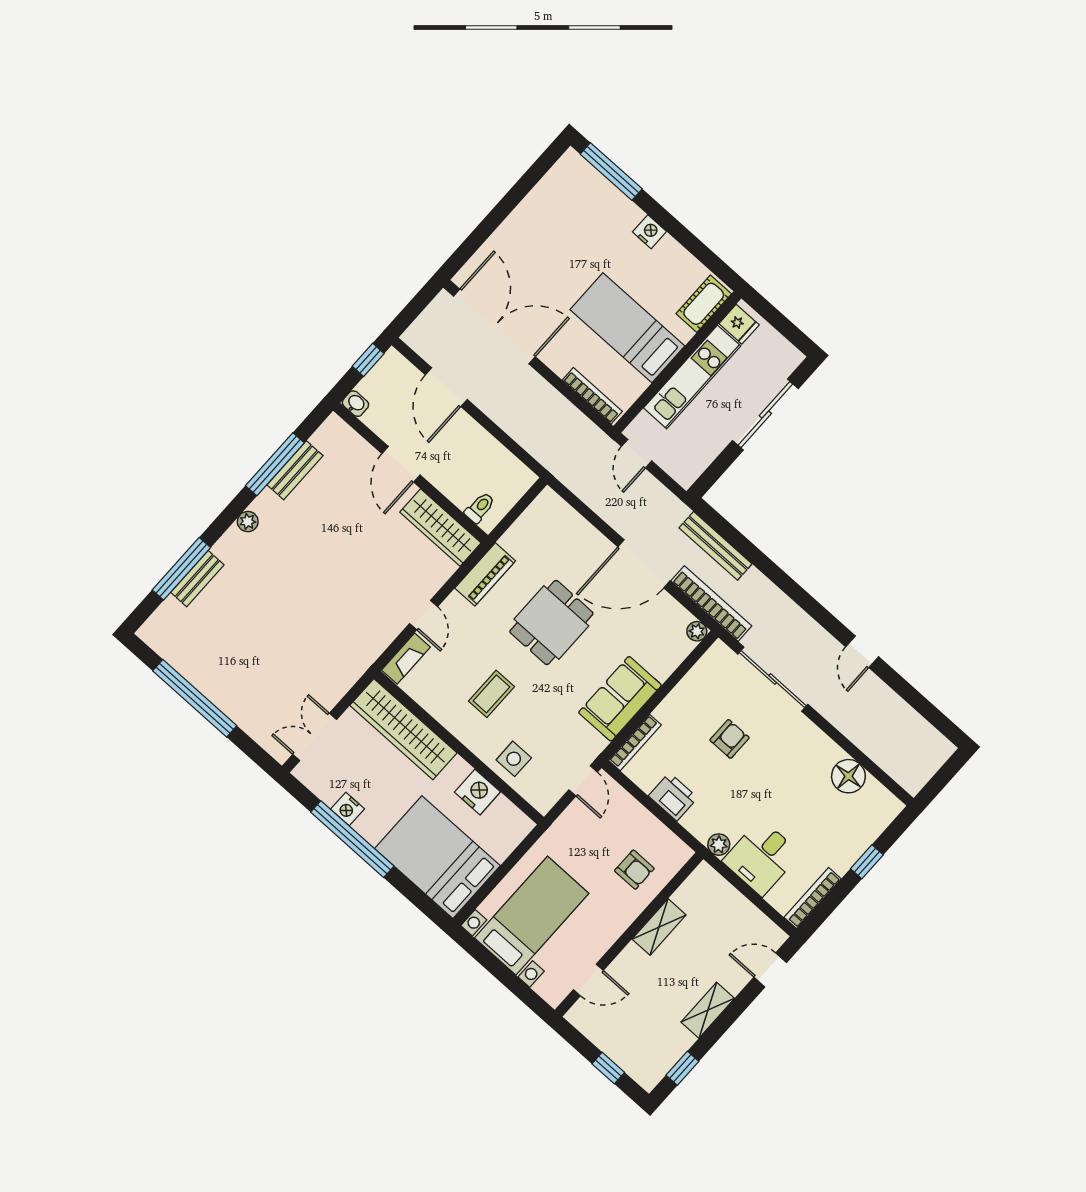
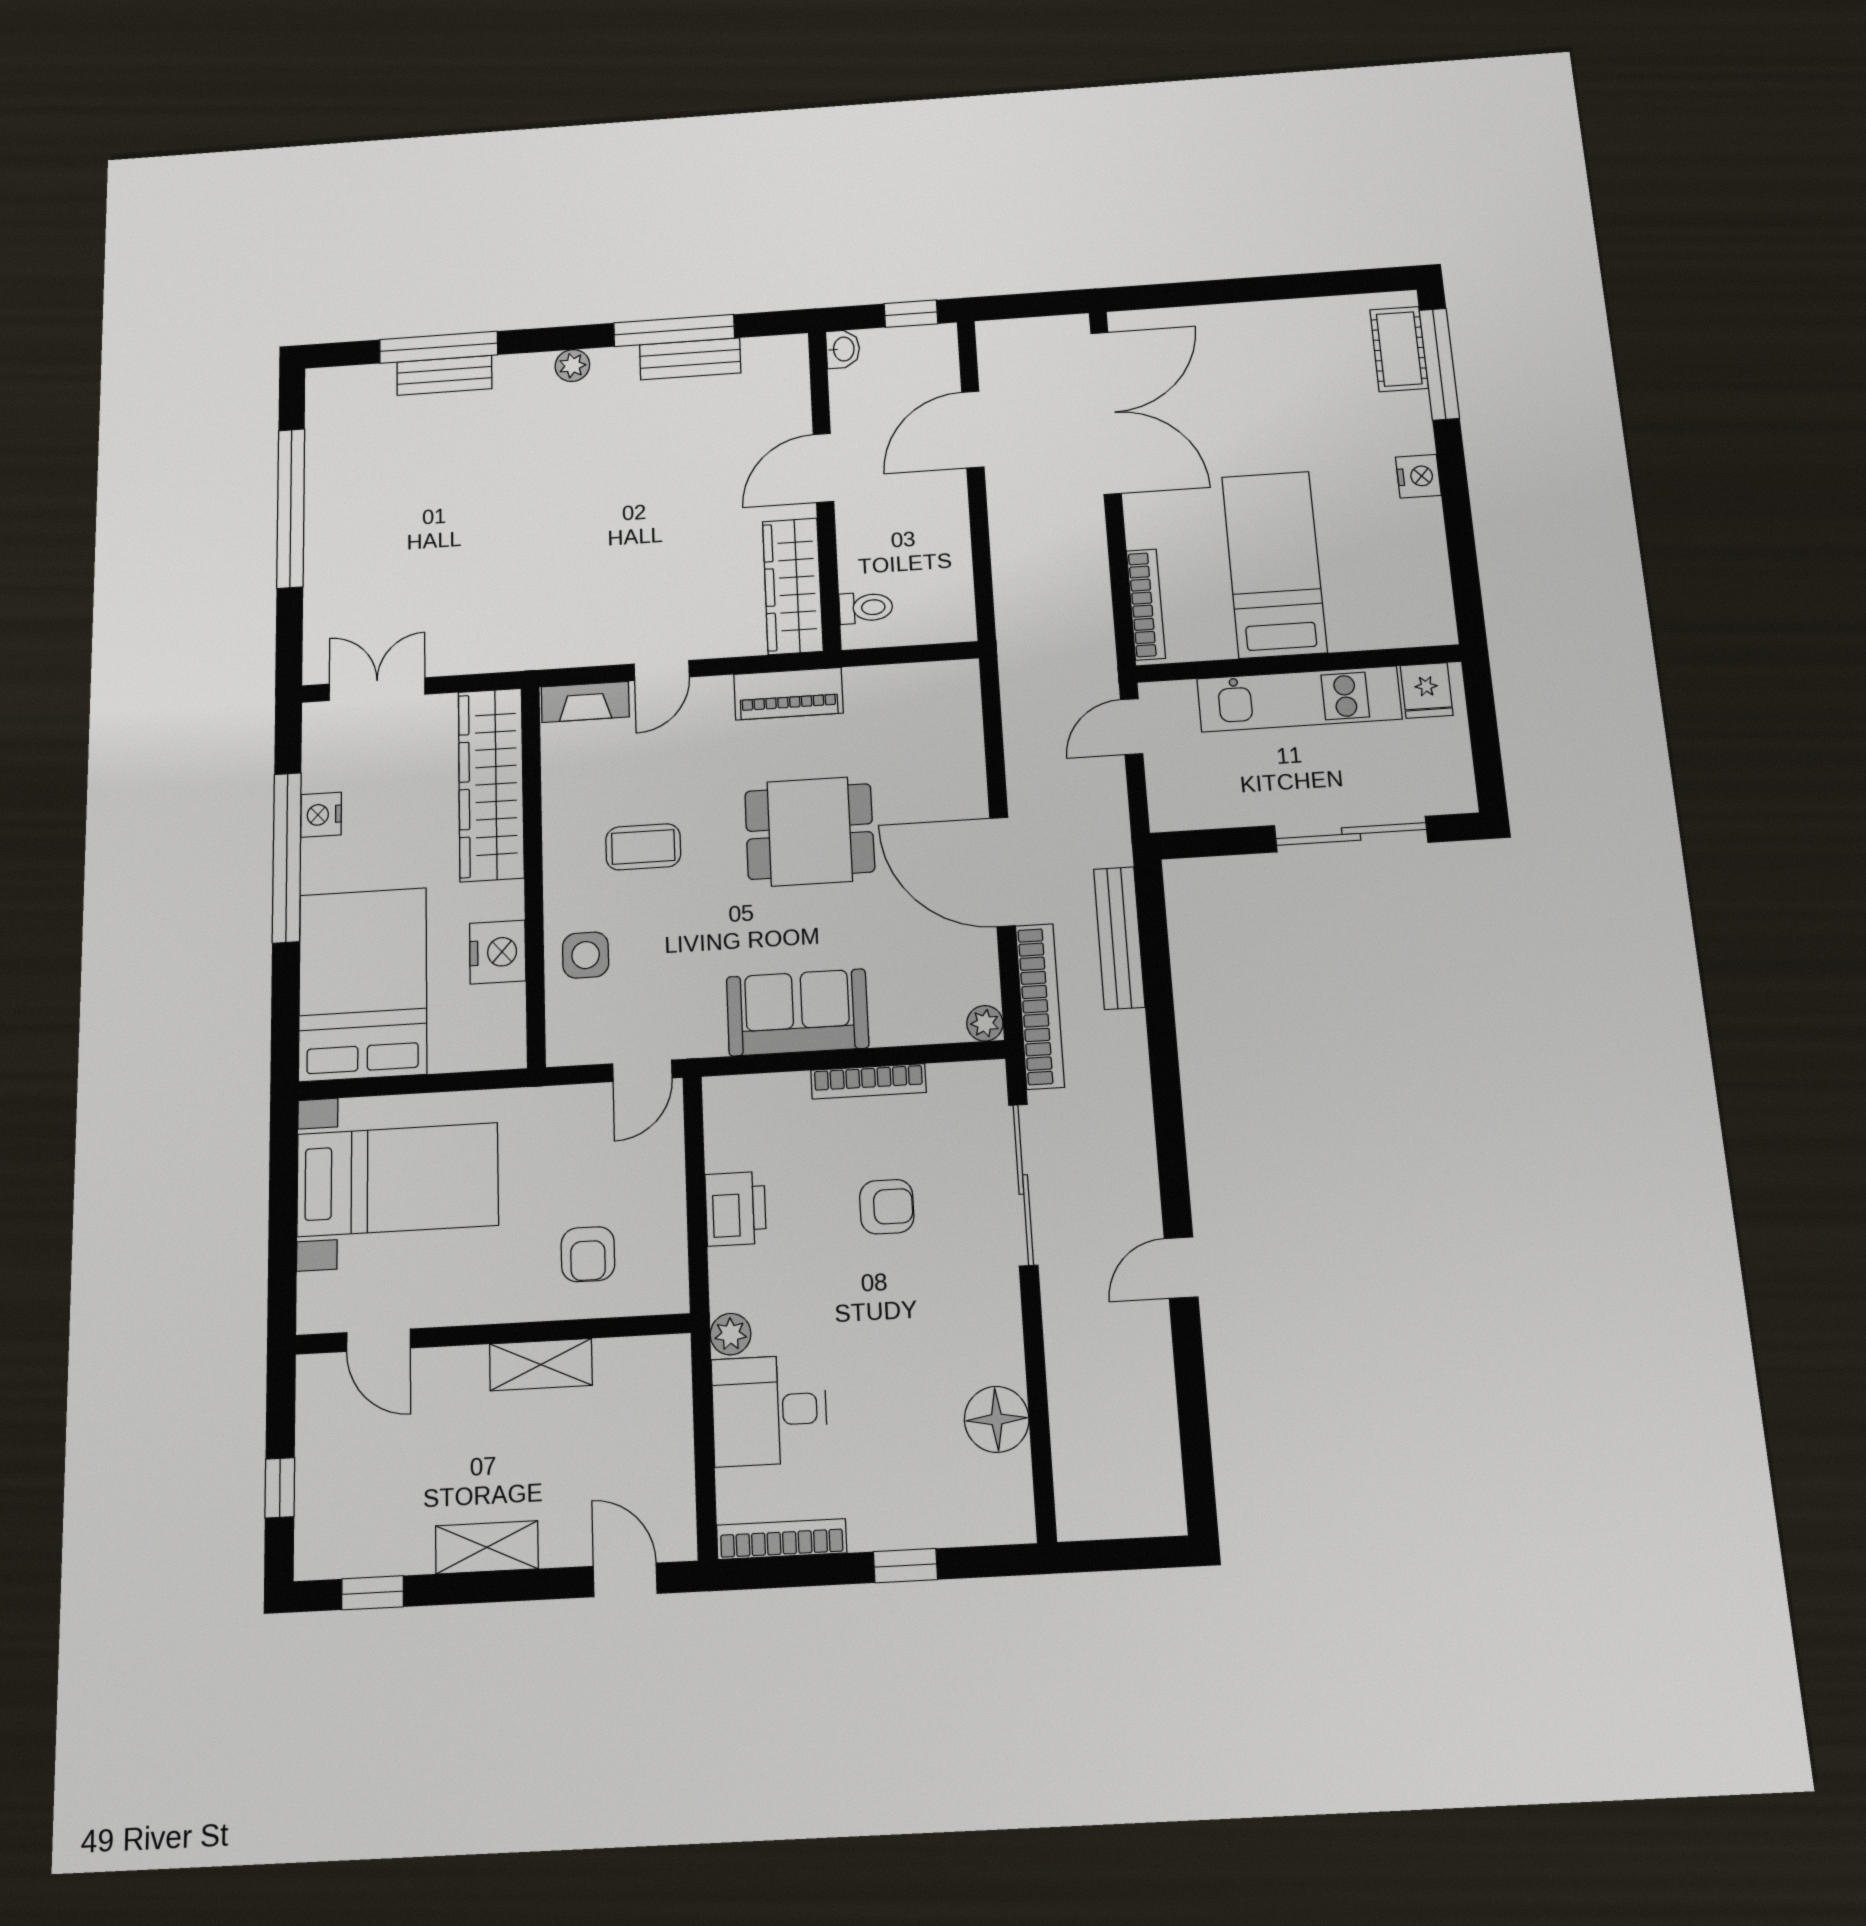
cot: (704, 304) -> (1399, 349), moved, turned 90
bookcase: (635, 743) -> (869, 1081), moved

